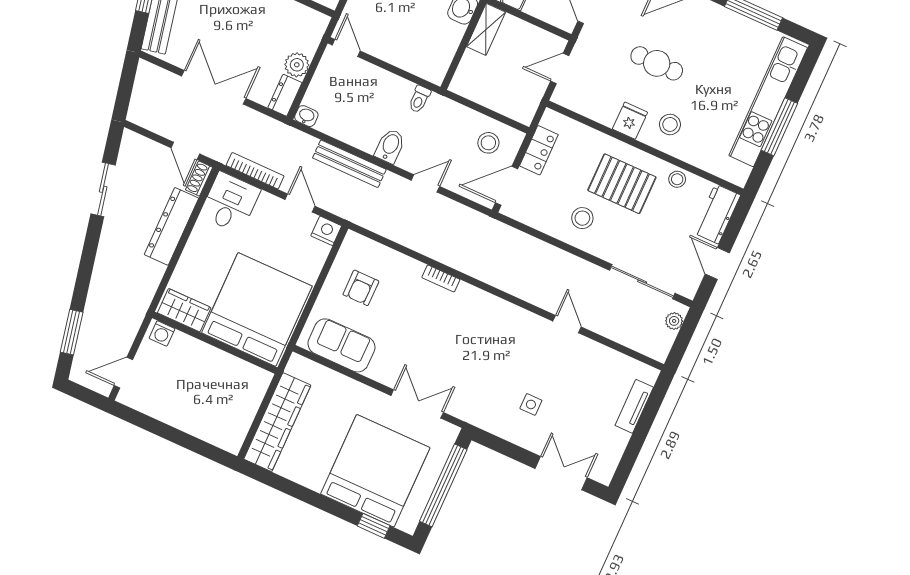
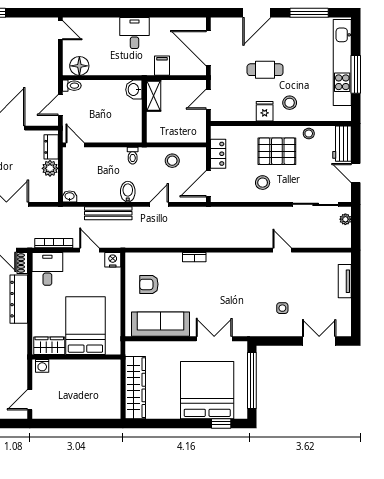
dresser: (285, 95) -> (51, 147), moved
stool: (488, 143) -> (172, 161), moved
armchair: (361, 288) -> (149, 284), turned 90
bed: (257, 309) -> (85, 326), width x0.73
sofa: (341, 345) -> (161, 324), width x1.36

